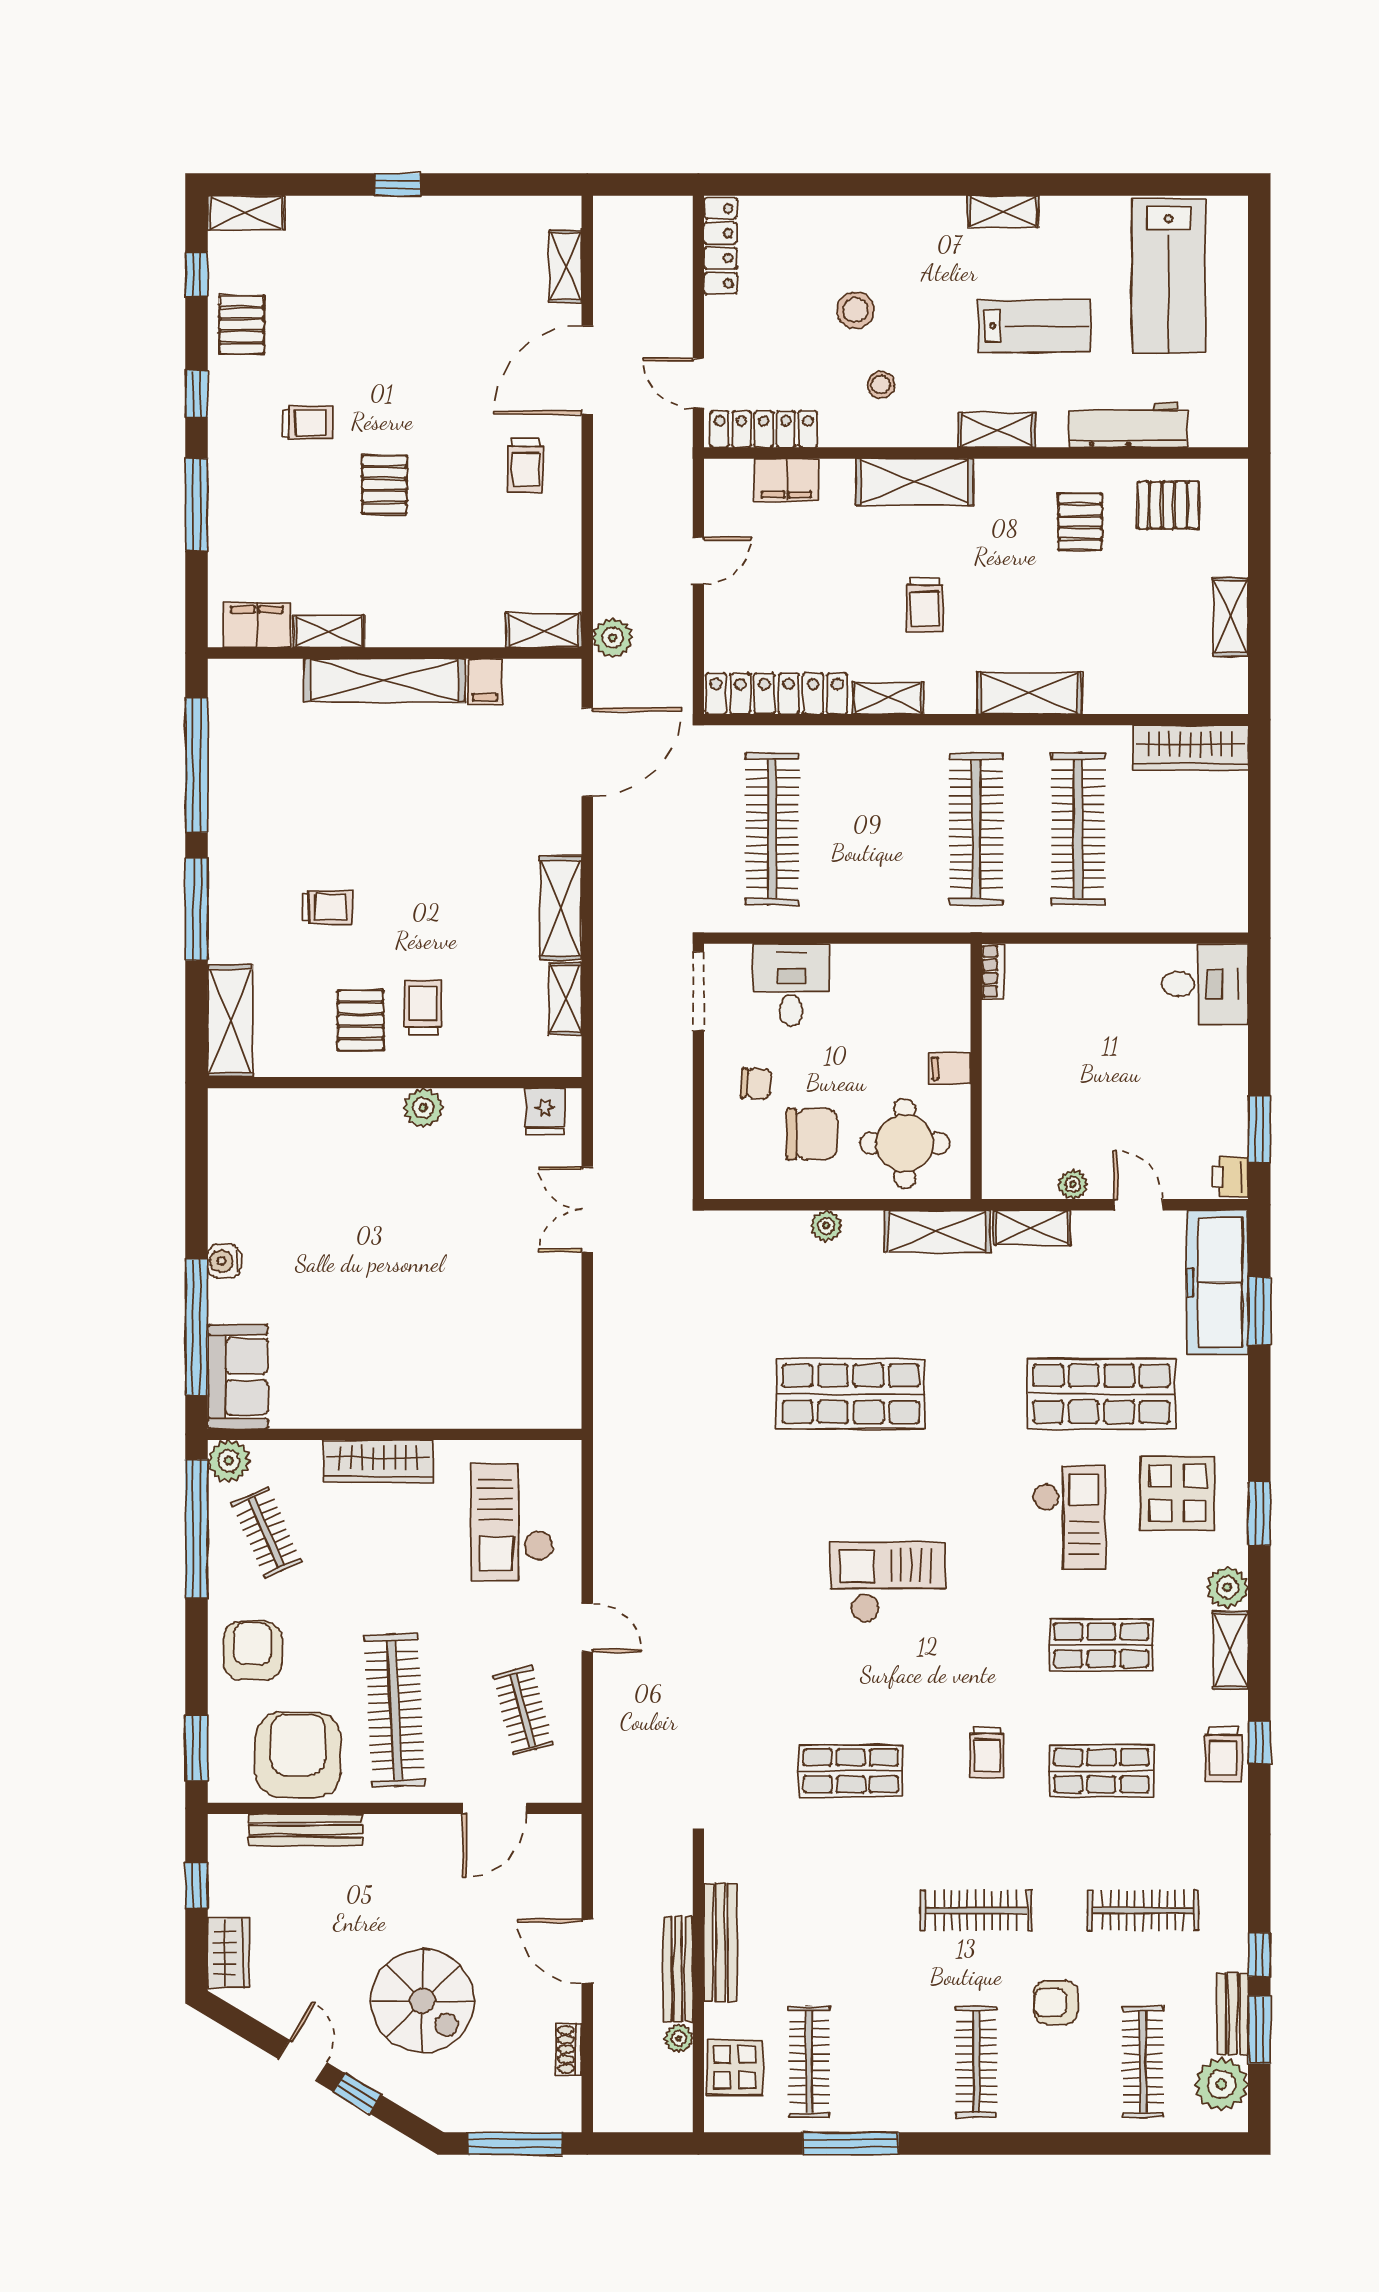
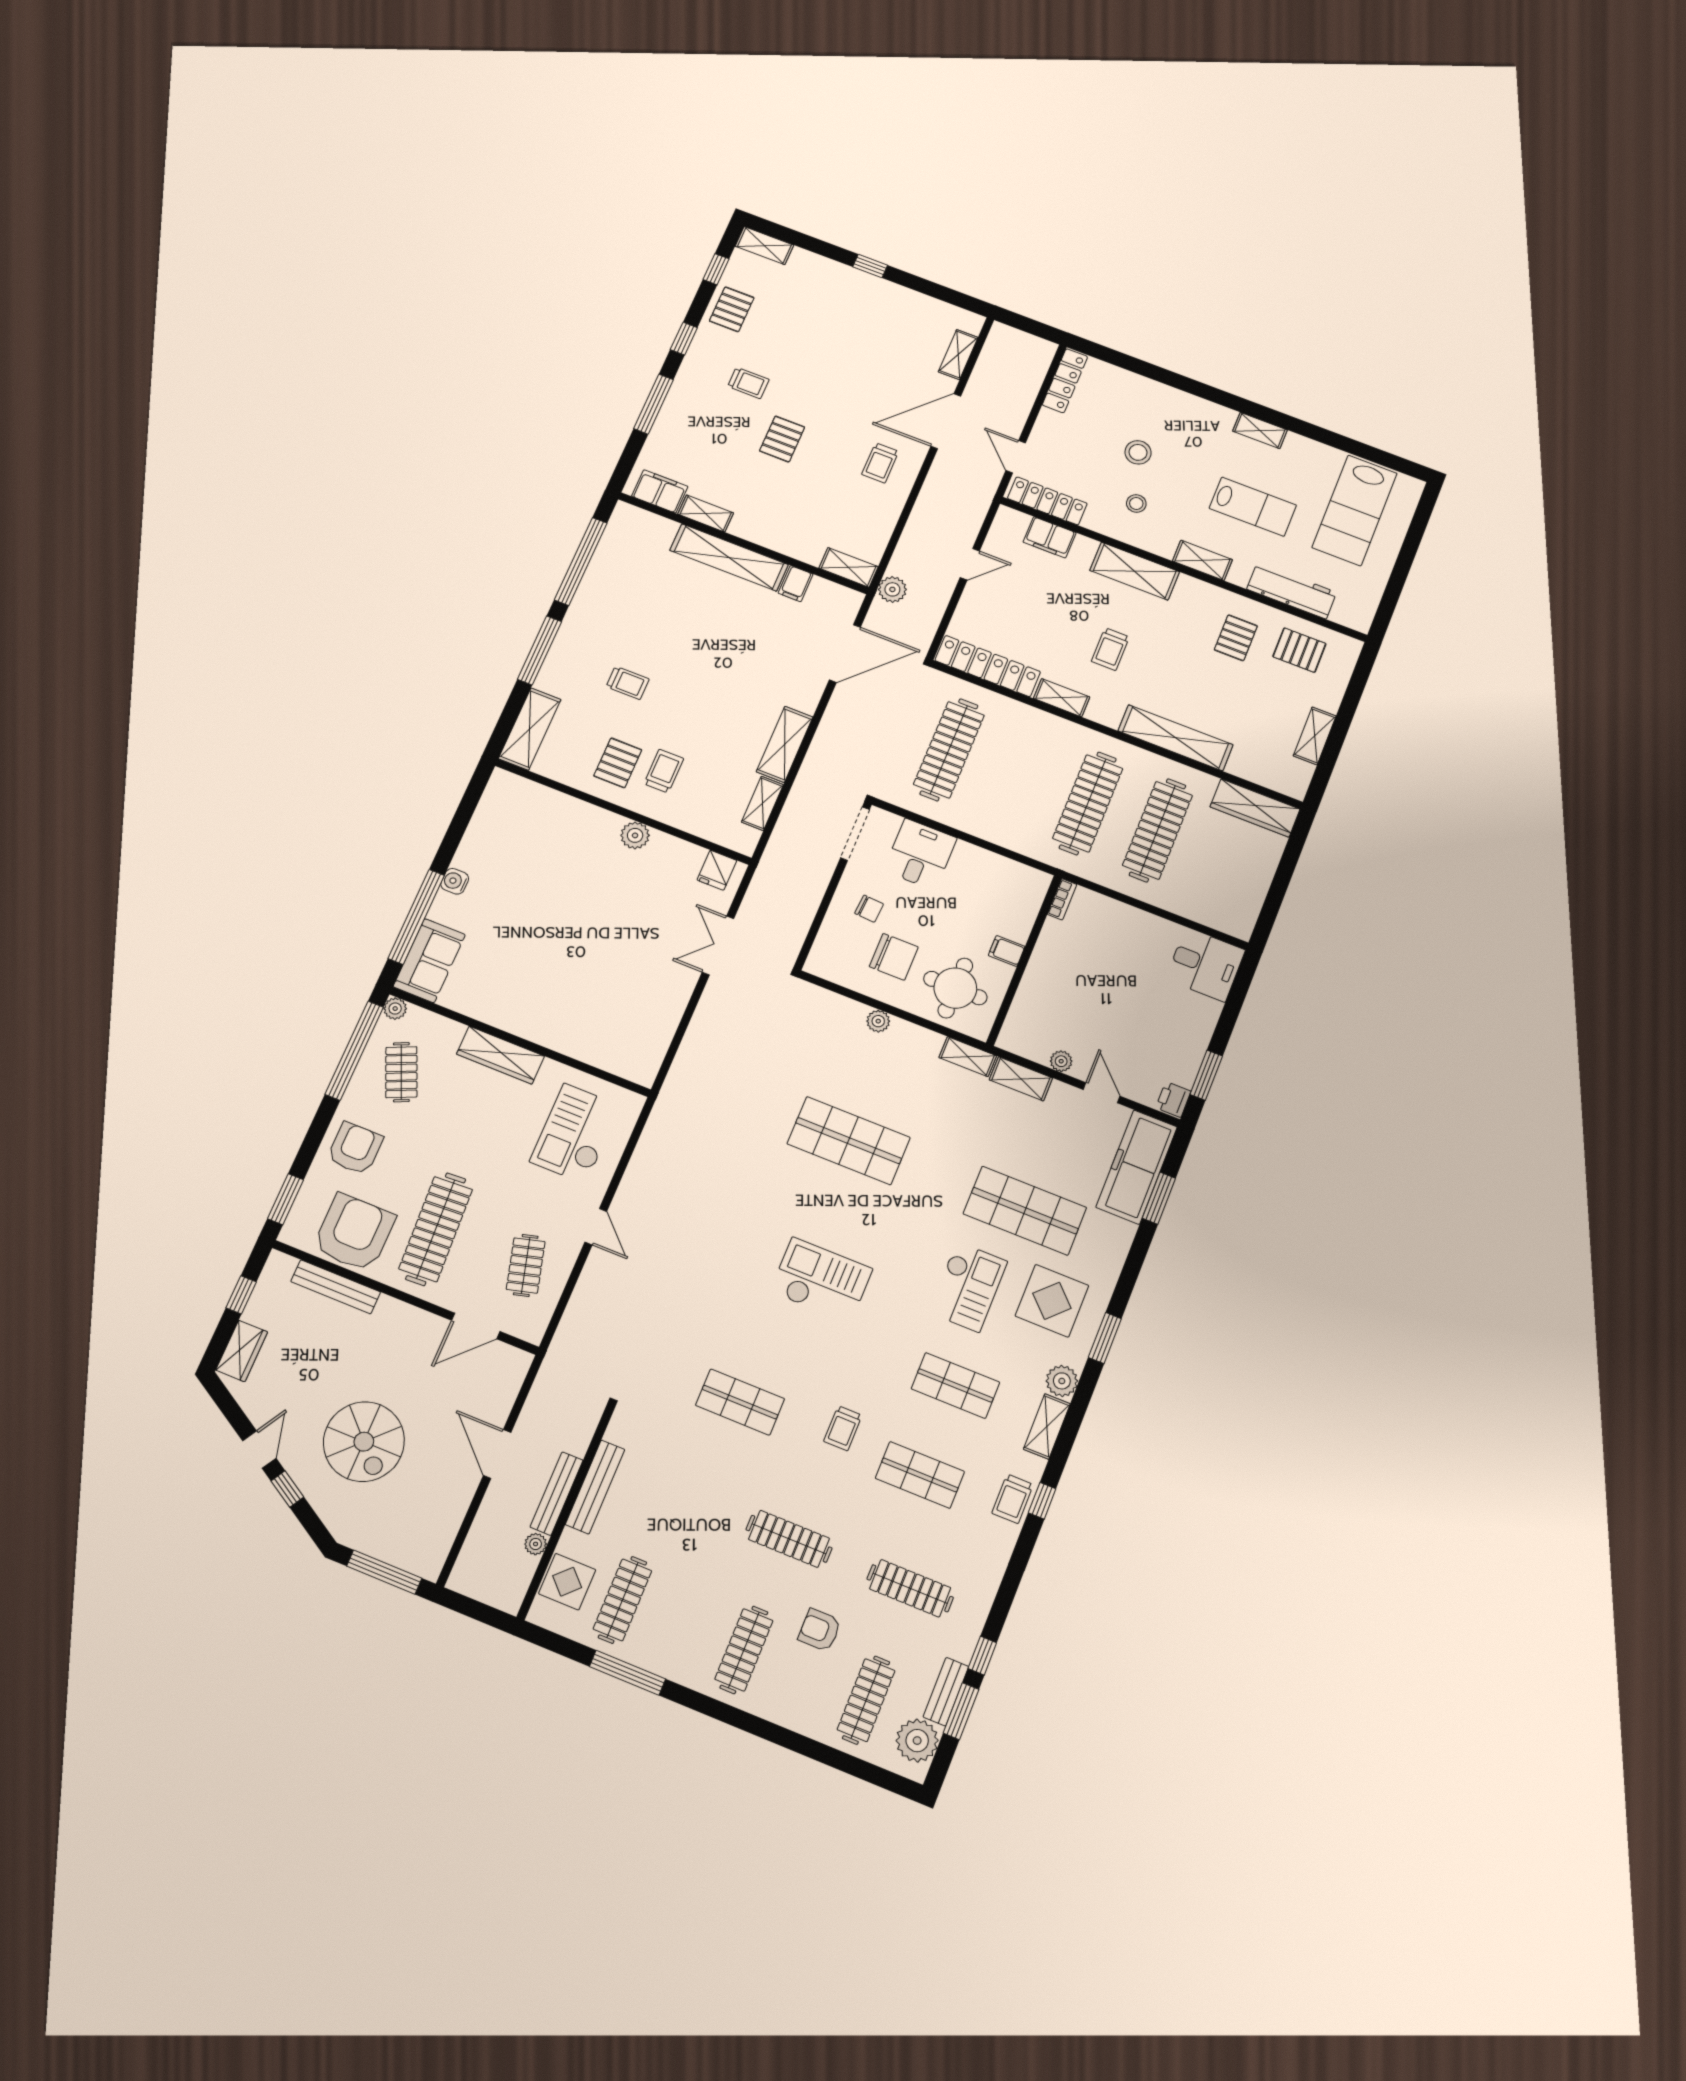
shelving: (1029, 693) -> (1175, 738), width x1.47
shelving: (937, 1231) -> (968, 1057), width x0.67, depth x0.75
plant: (229, 1461) -> (395, 1009), width x0.73, depth x0.73
shoe rack: (569, 2049) -> (453, 1519), removed

